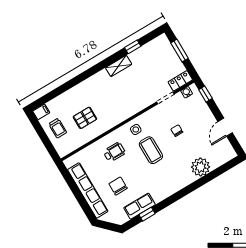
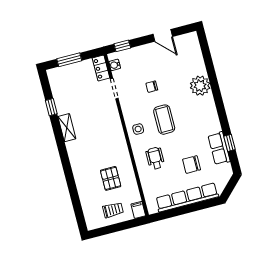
filing cabinet: (41, 112) -> (138, 210), moved
coffee table: (151, 150) -> (164, 120), turned 90
plant: (201, 167) -> (200, 86), moved

